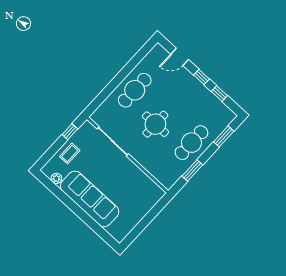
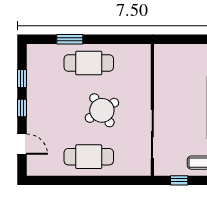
round table: (155, 124) -> (102, 110), turned -32
window: (224, 136) -> (70, 39), moved
window: (192, 171) -> (113, 39), removed

